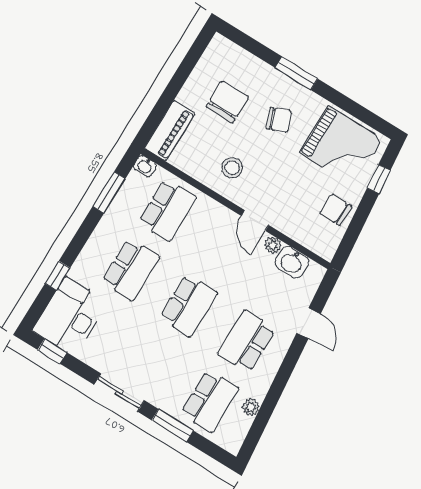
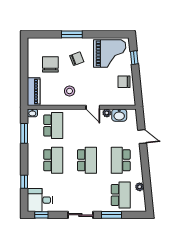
desk: (70, 316) -> (40, 200), width x0.73

